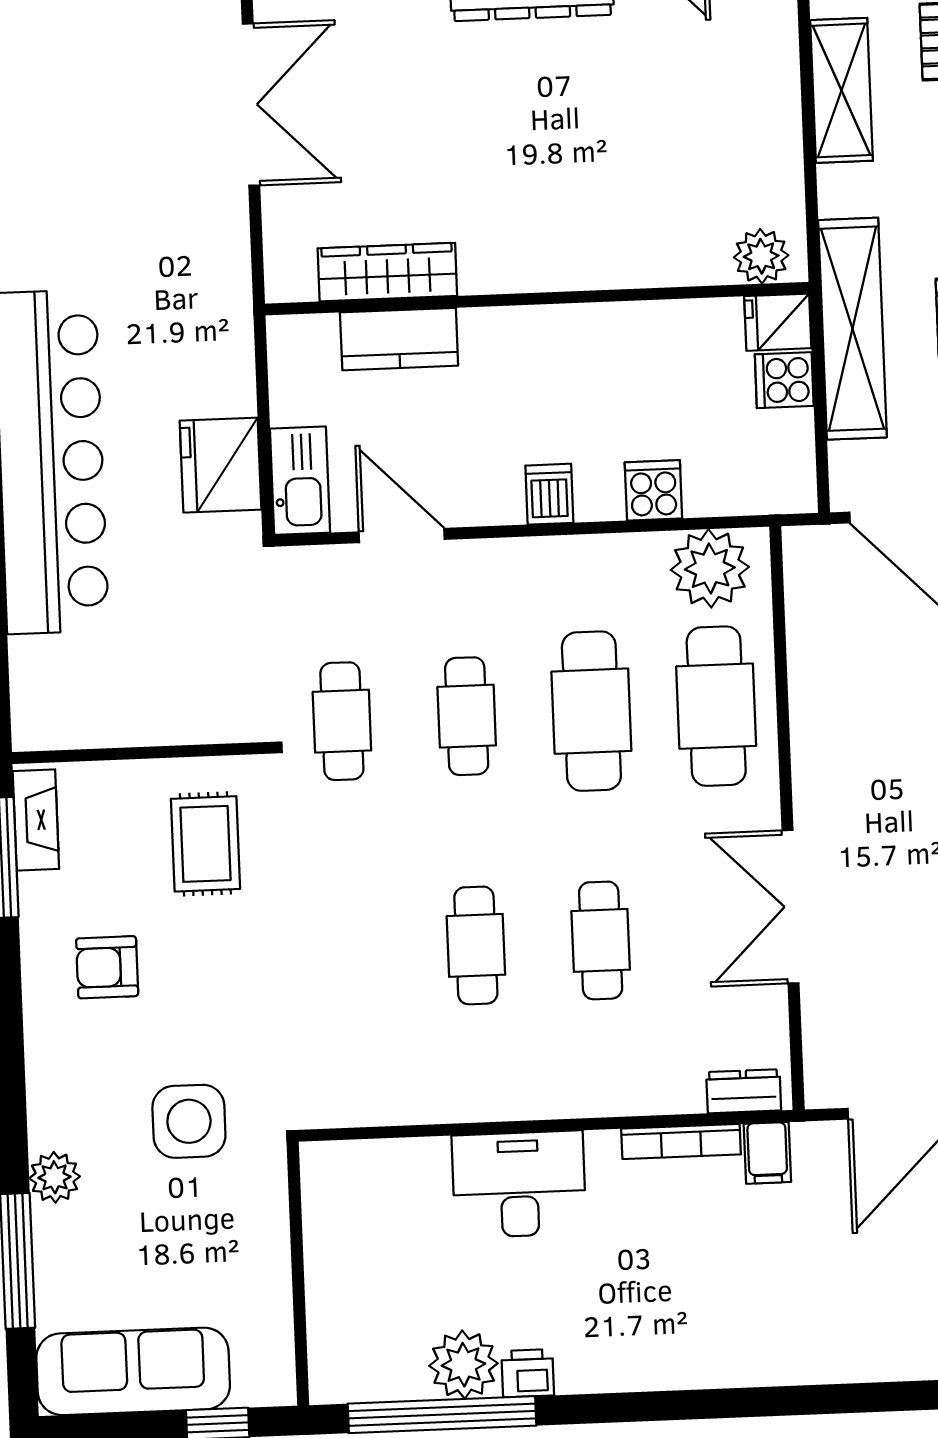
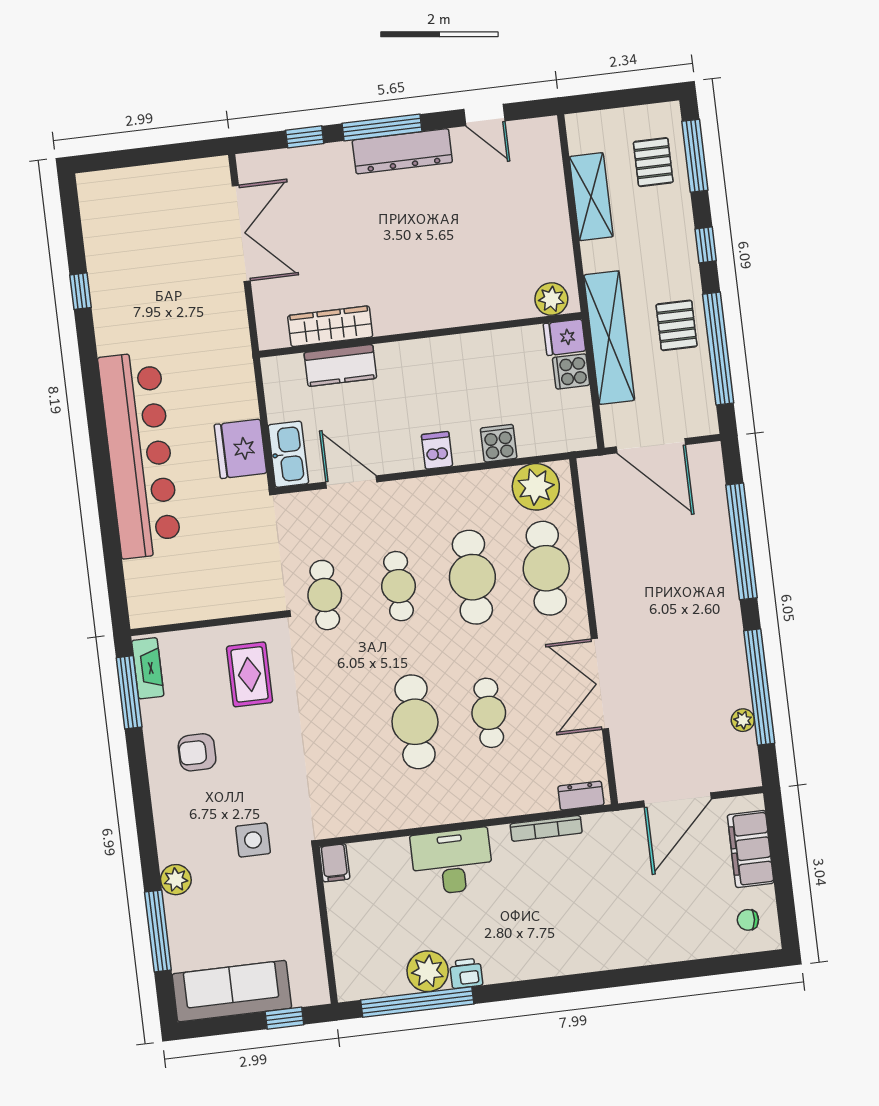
cafe table: (476, 945) -> (415, 722), width x1.37, depth x1.35
side table: (189, 1121) -> (253, 840), width x0.73, depth x0.73
filing cabinet: (767, 1153) -> (334, 863), moved

